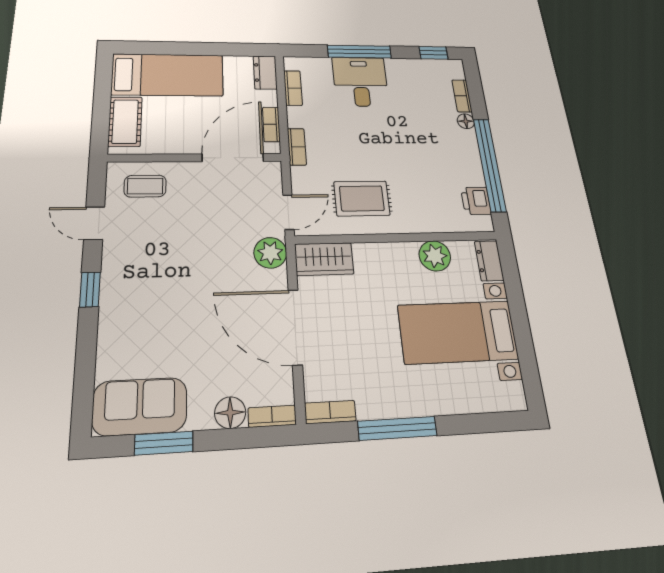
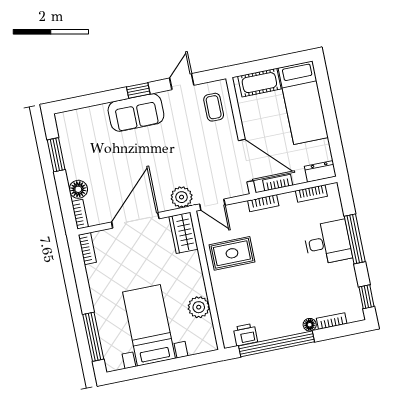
rug: (362, 198) -> (232, 253), turned 90
dresser: (489, 261) -> (202, 345), removed
sofa: (140, 406) -> (136, 113), moved, turned 90
window: (397, 428) -> (93, 337), moved

